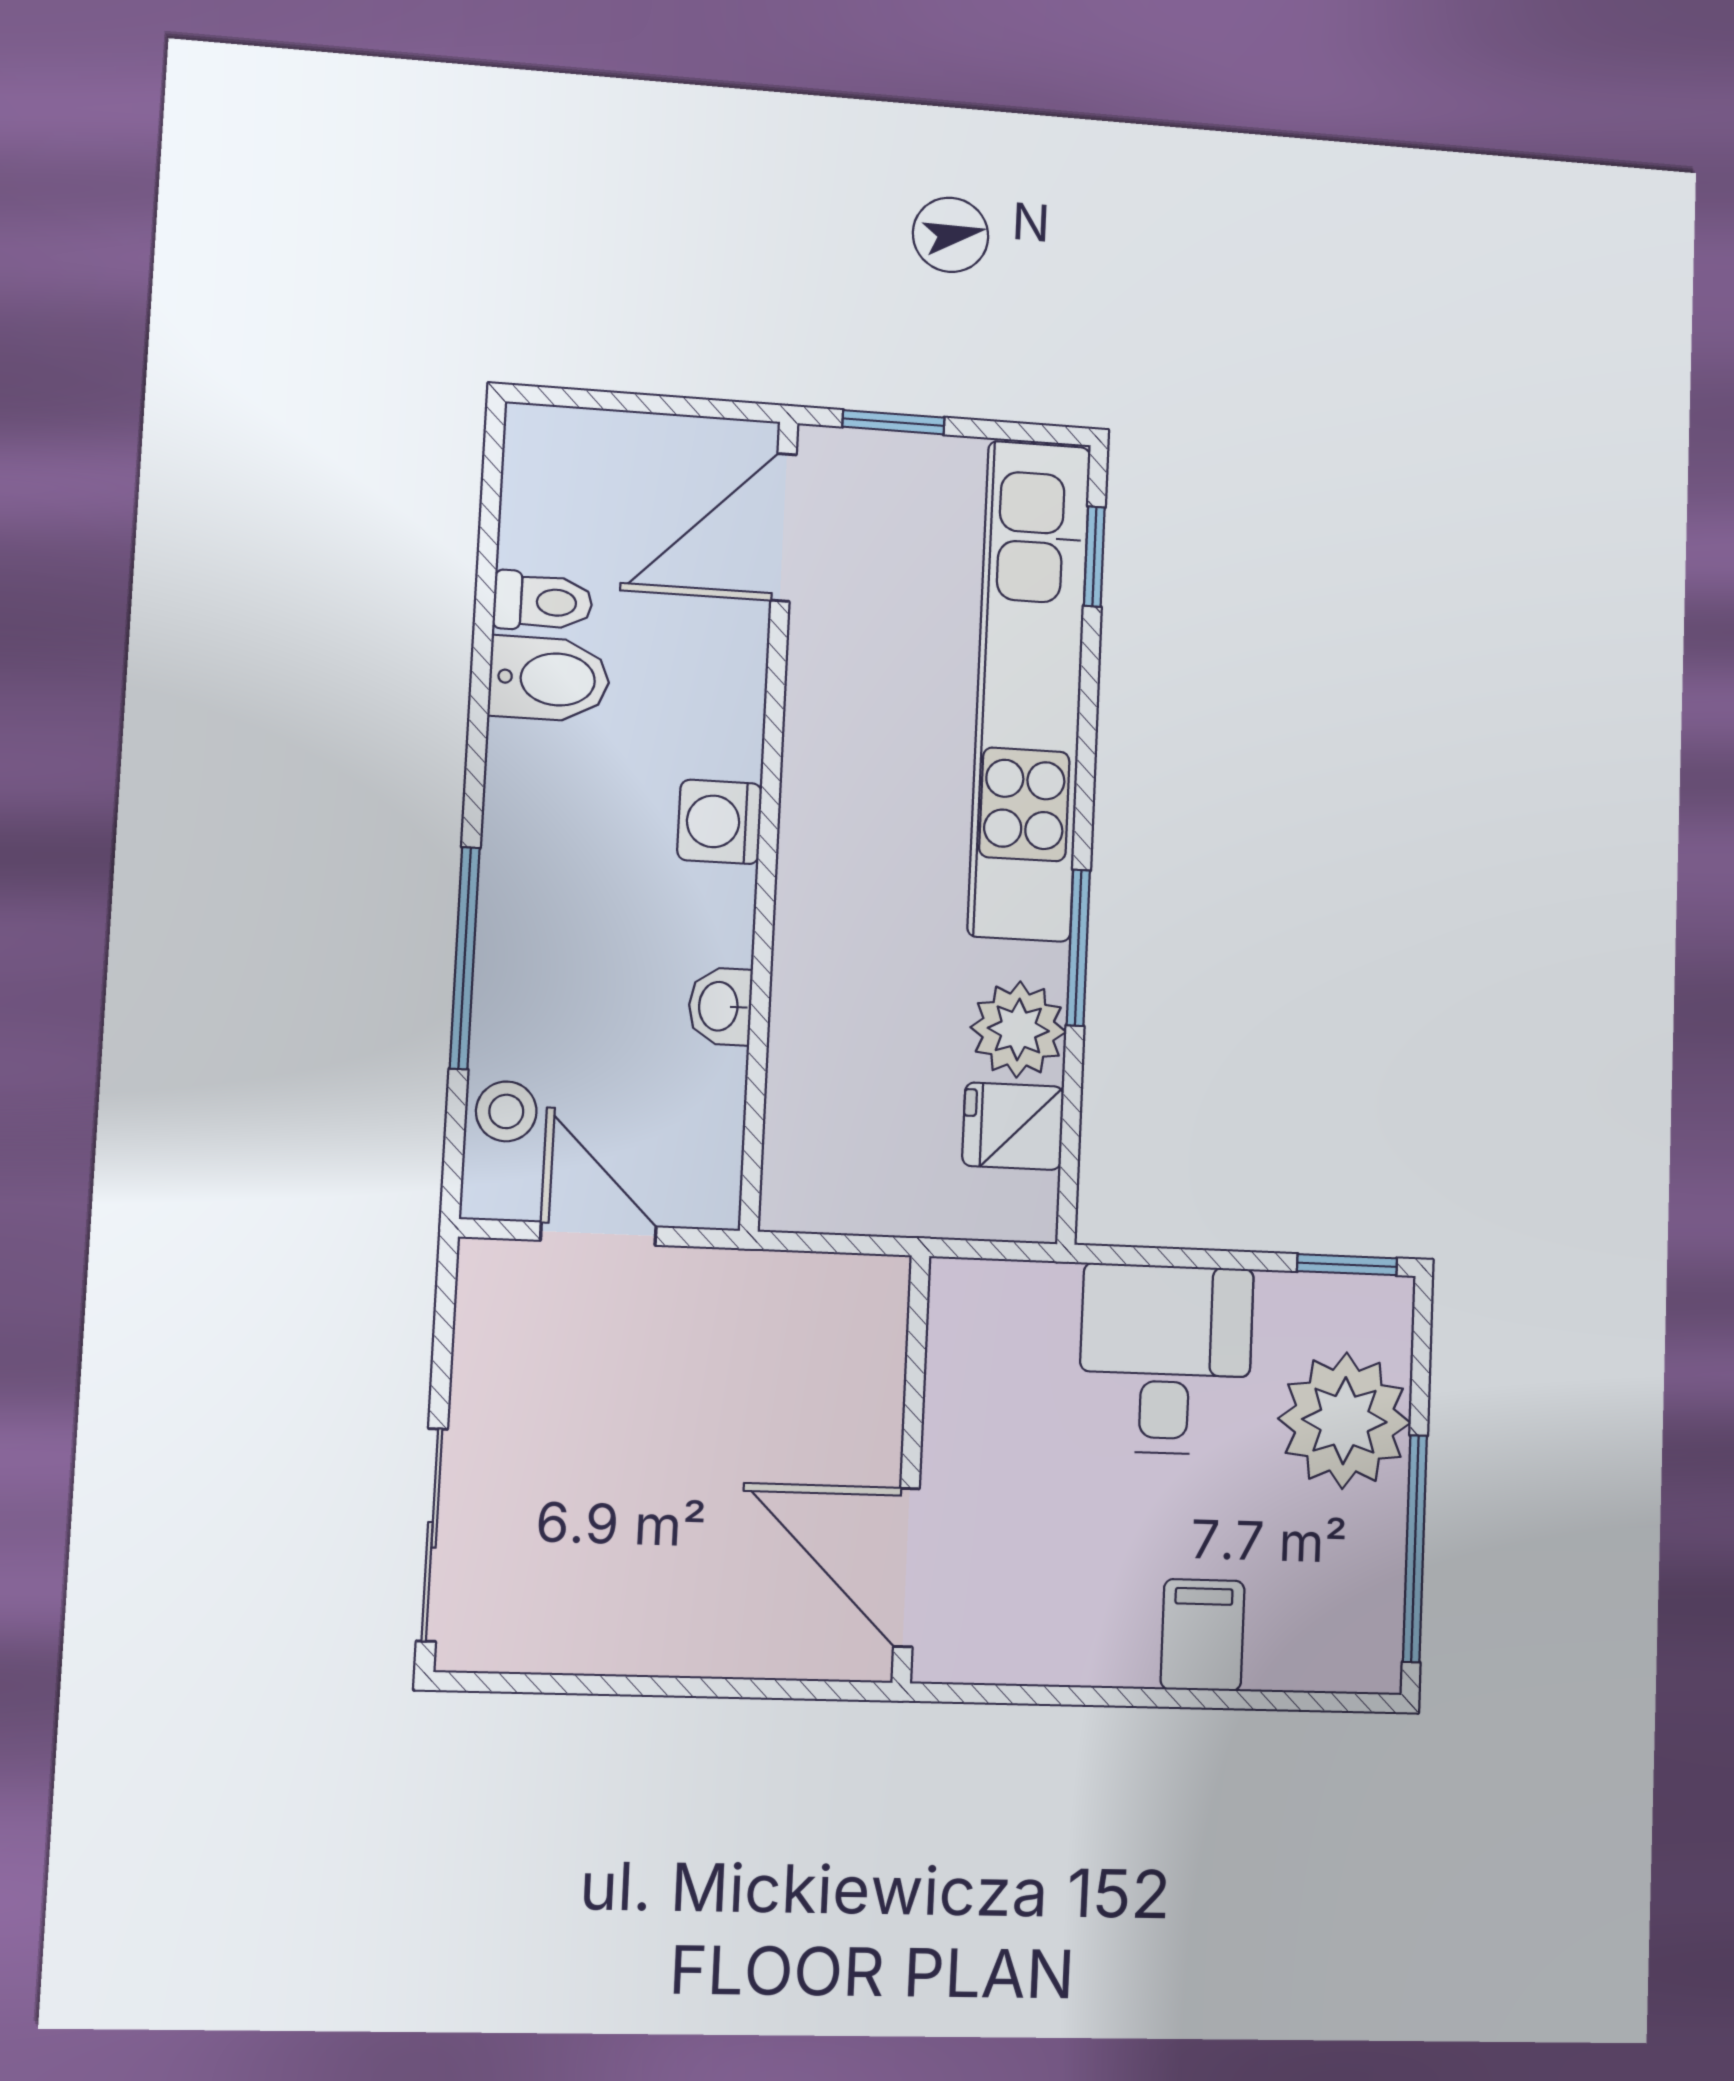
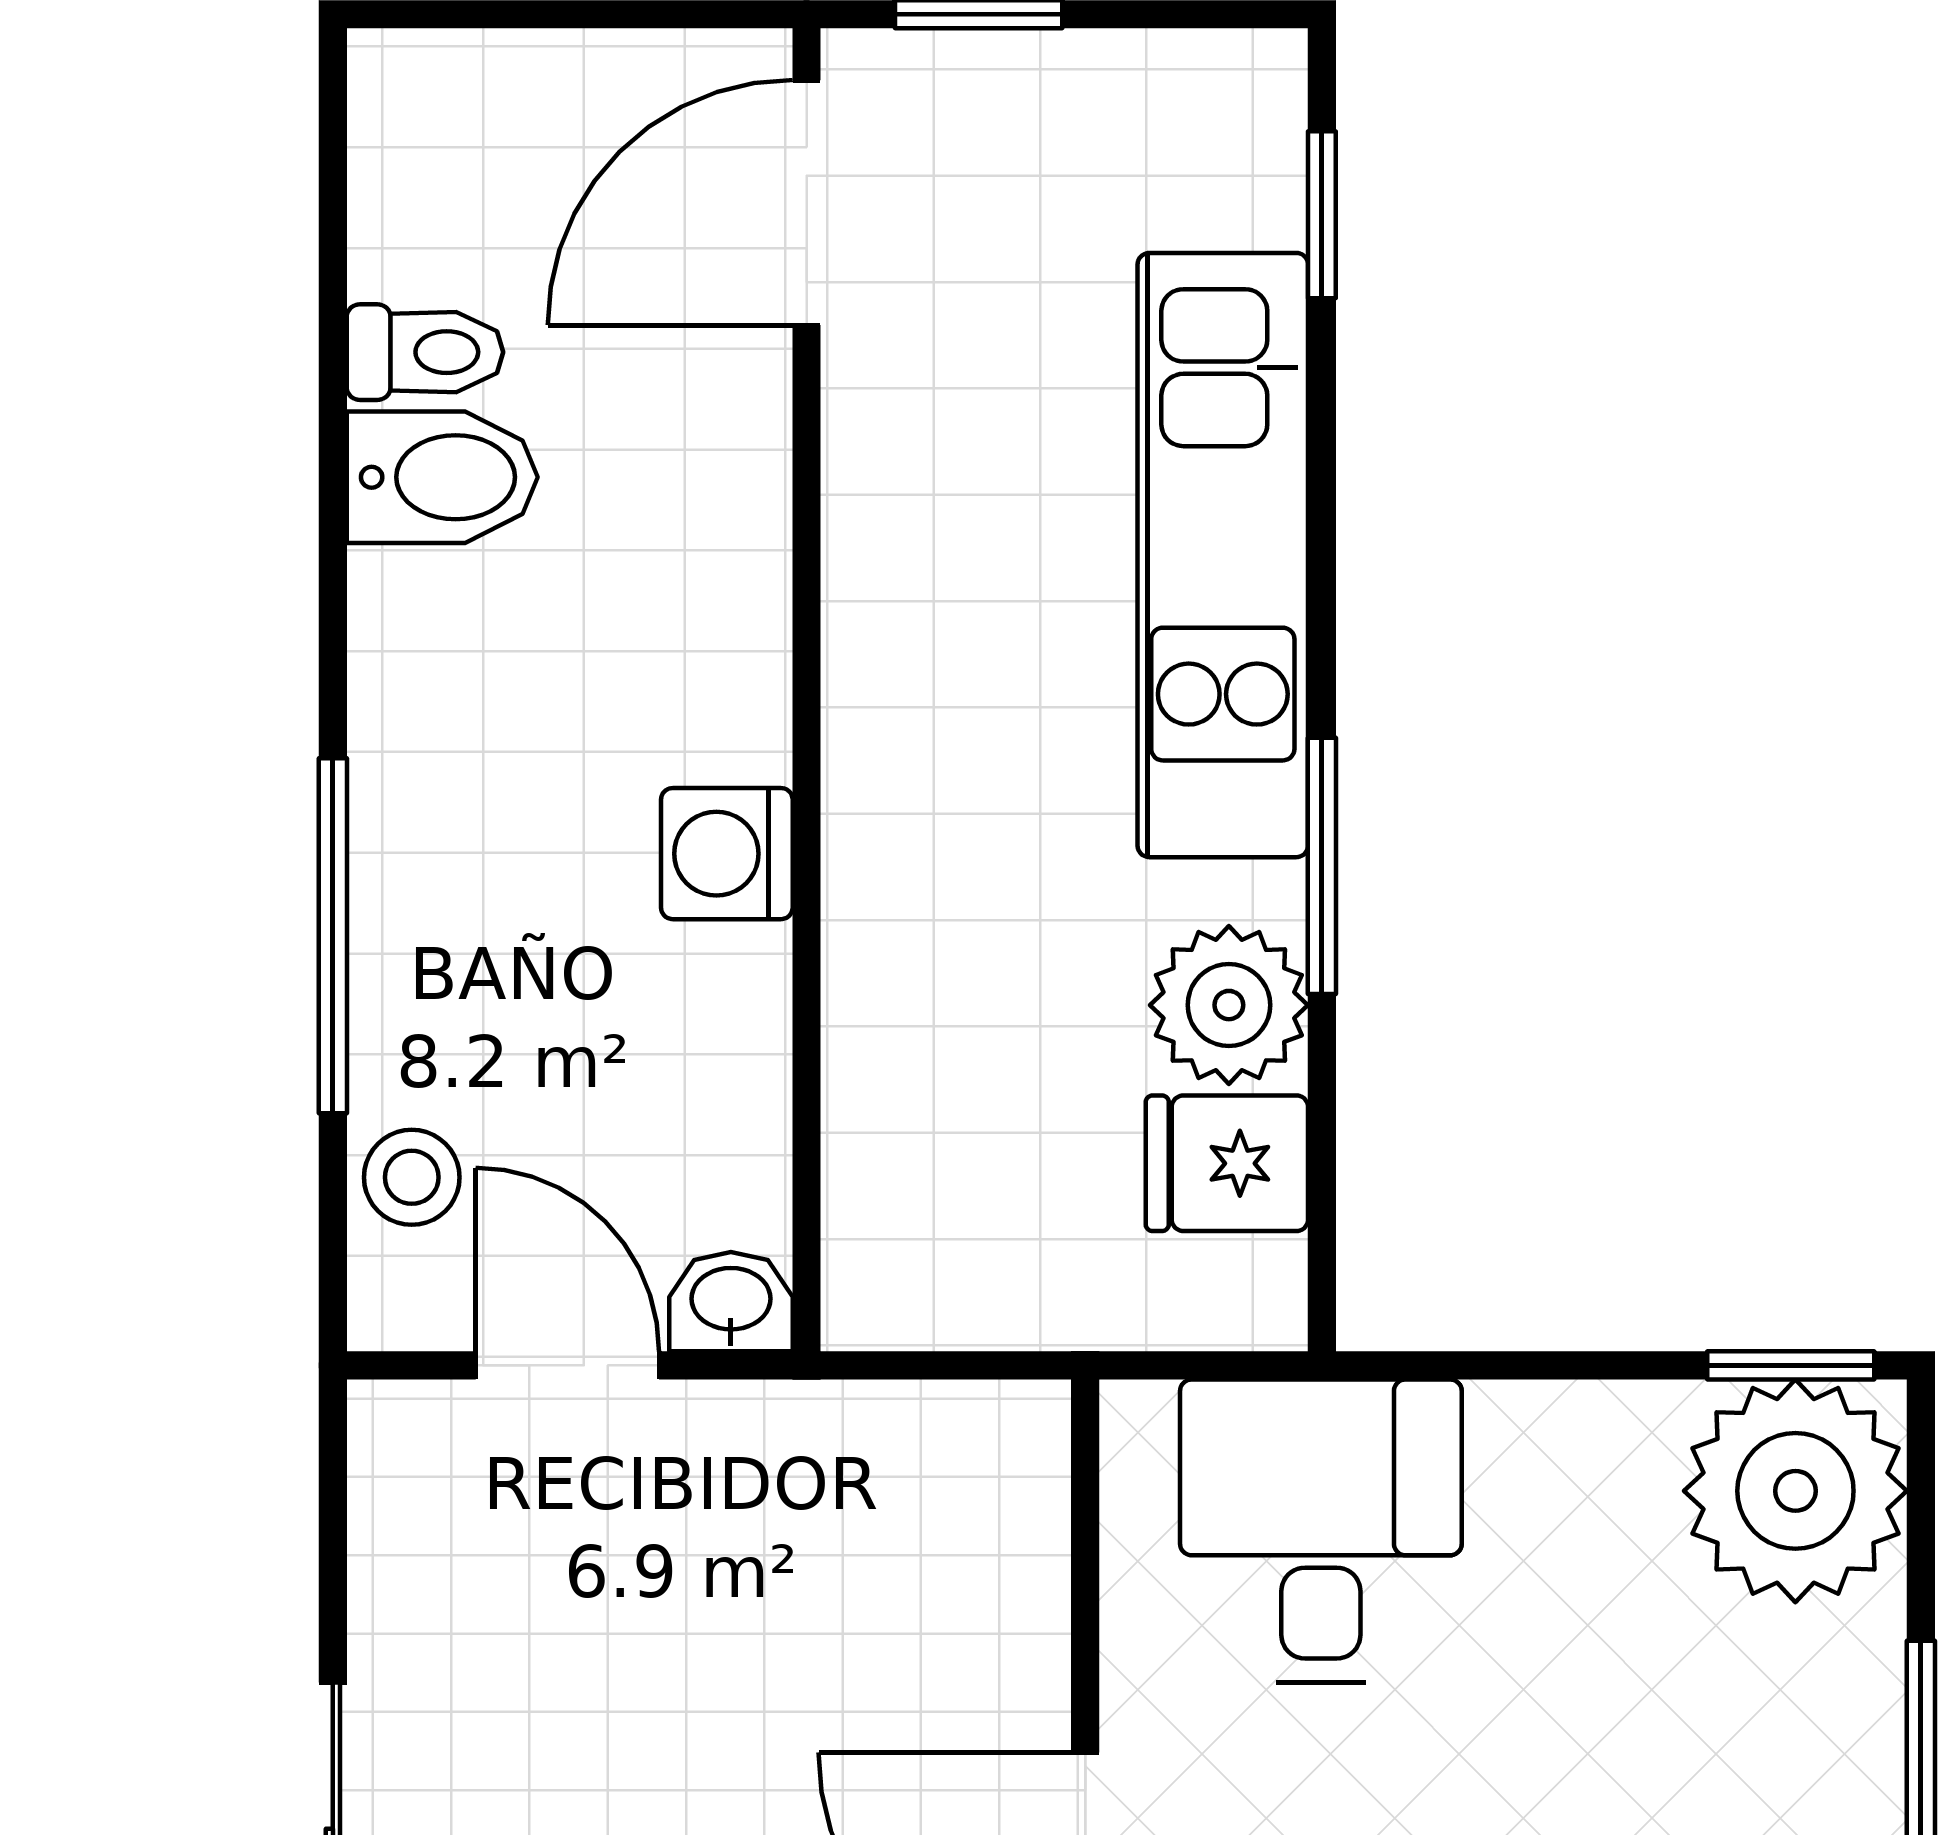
kitchen unit: (1029, 690) -> (1223, 555), width x0.73
washing machine: (720, 822) -> (727, 854), moved
washbasin: (720, 1006) -> (731, 1302), moved, turned 90
desk: (1166, 1359) -> (1321, 1531), moved
plant: (1344, 1421) -> (1795, 1491), moved

